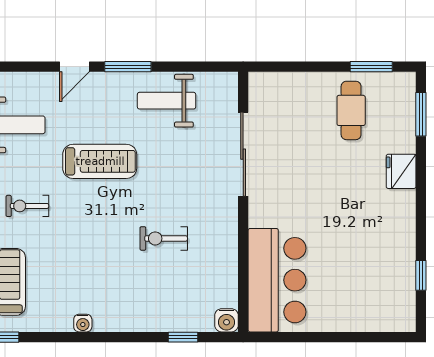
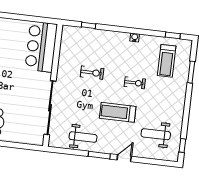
sliding door: (243, 154) -> (50, 108), width x1.36
exercise bike: (27, 206) -> (135, 83), moved
water cooler: (227, 320) -> (67, 31), removed

